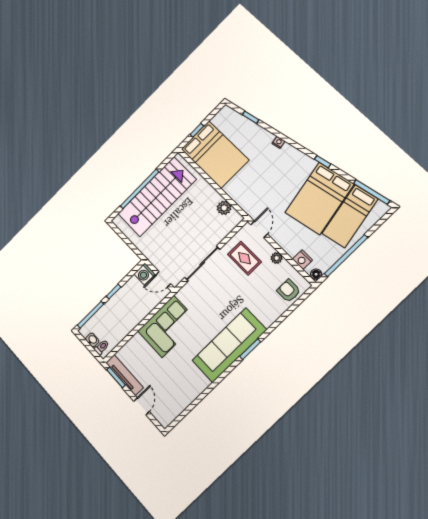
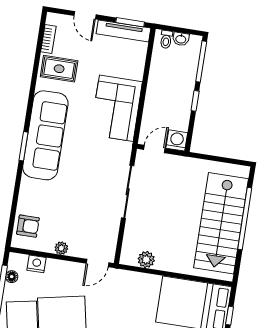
door: (259, 229) -> (97, 263), hinge flipped
rug: (244, 258) -> (59, 69), moved
floor lamp: (316, 274) -> (12, 277), moved
bookcase: (178, 410) -> (48, 39), added

